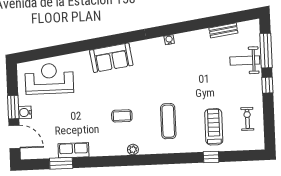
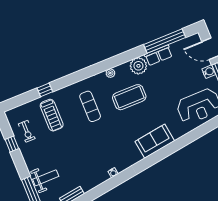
window: (267, 85) -> (12, 144), moved
coffee table: (122, 116) -> (129, 97), width x1.86, depth x1.72
plant: (99, 146) -> (138, 66), added
window: (61, 163) -> (165, 41), width x2.11

